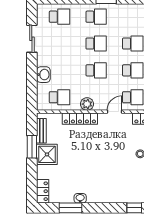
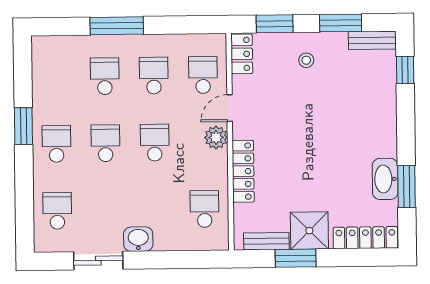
washbasin: (43, 75) -> (138, 239), moved
plant: (87, 104) -> (216, 137), moved
door: (114, 112) -> (230, 108), hinge flipped
locker: (43, 191) -> (365, 238), width x1.53
washbasin: (80, 198) -> (385, 179), width x1.91, depth x1.45

